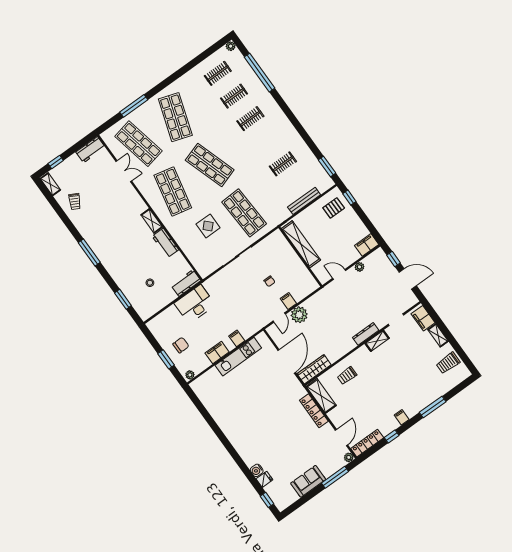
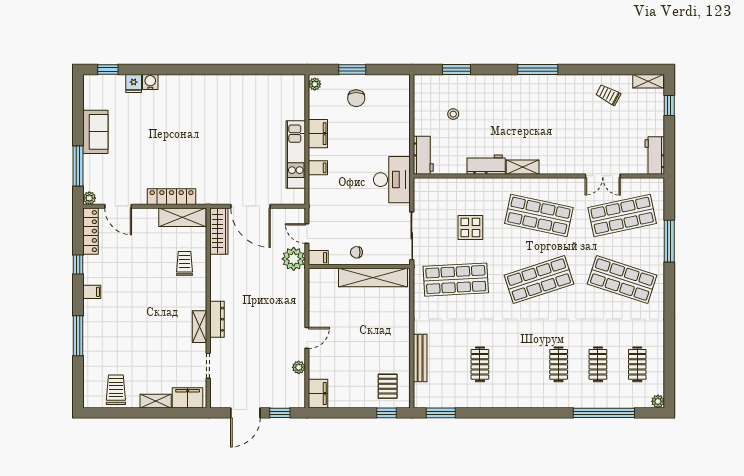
shelving: (301, 244) -> (373, 278), moved
wall: (300, 257) -> (359, 267), moved
desk: (195, 304) -> (392, 180), moved

